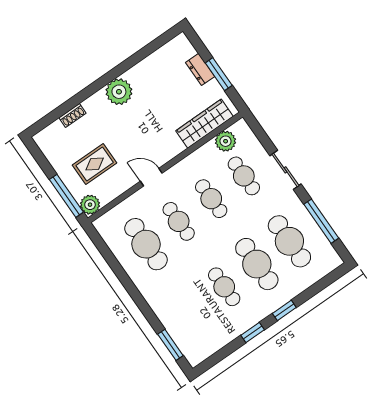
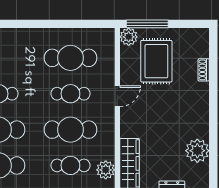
plant: (119, 92) -> (197, 151), moved
rug: (95, 164) -> (156, 61), width x1.36, depth x1.43
cafe table: (211, 199) -> (70, 130), width x1.37, depth x1.35

